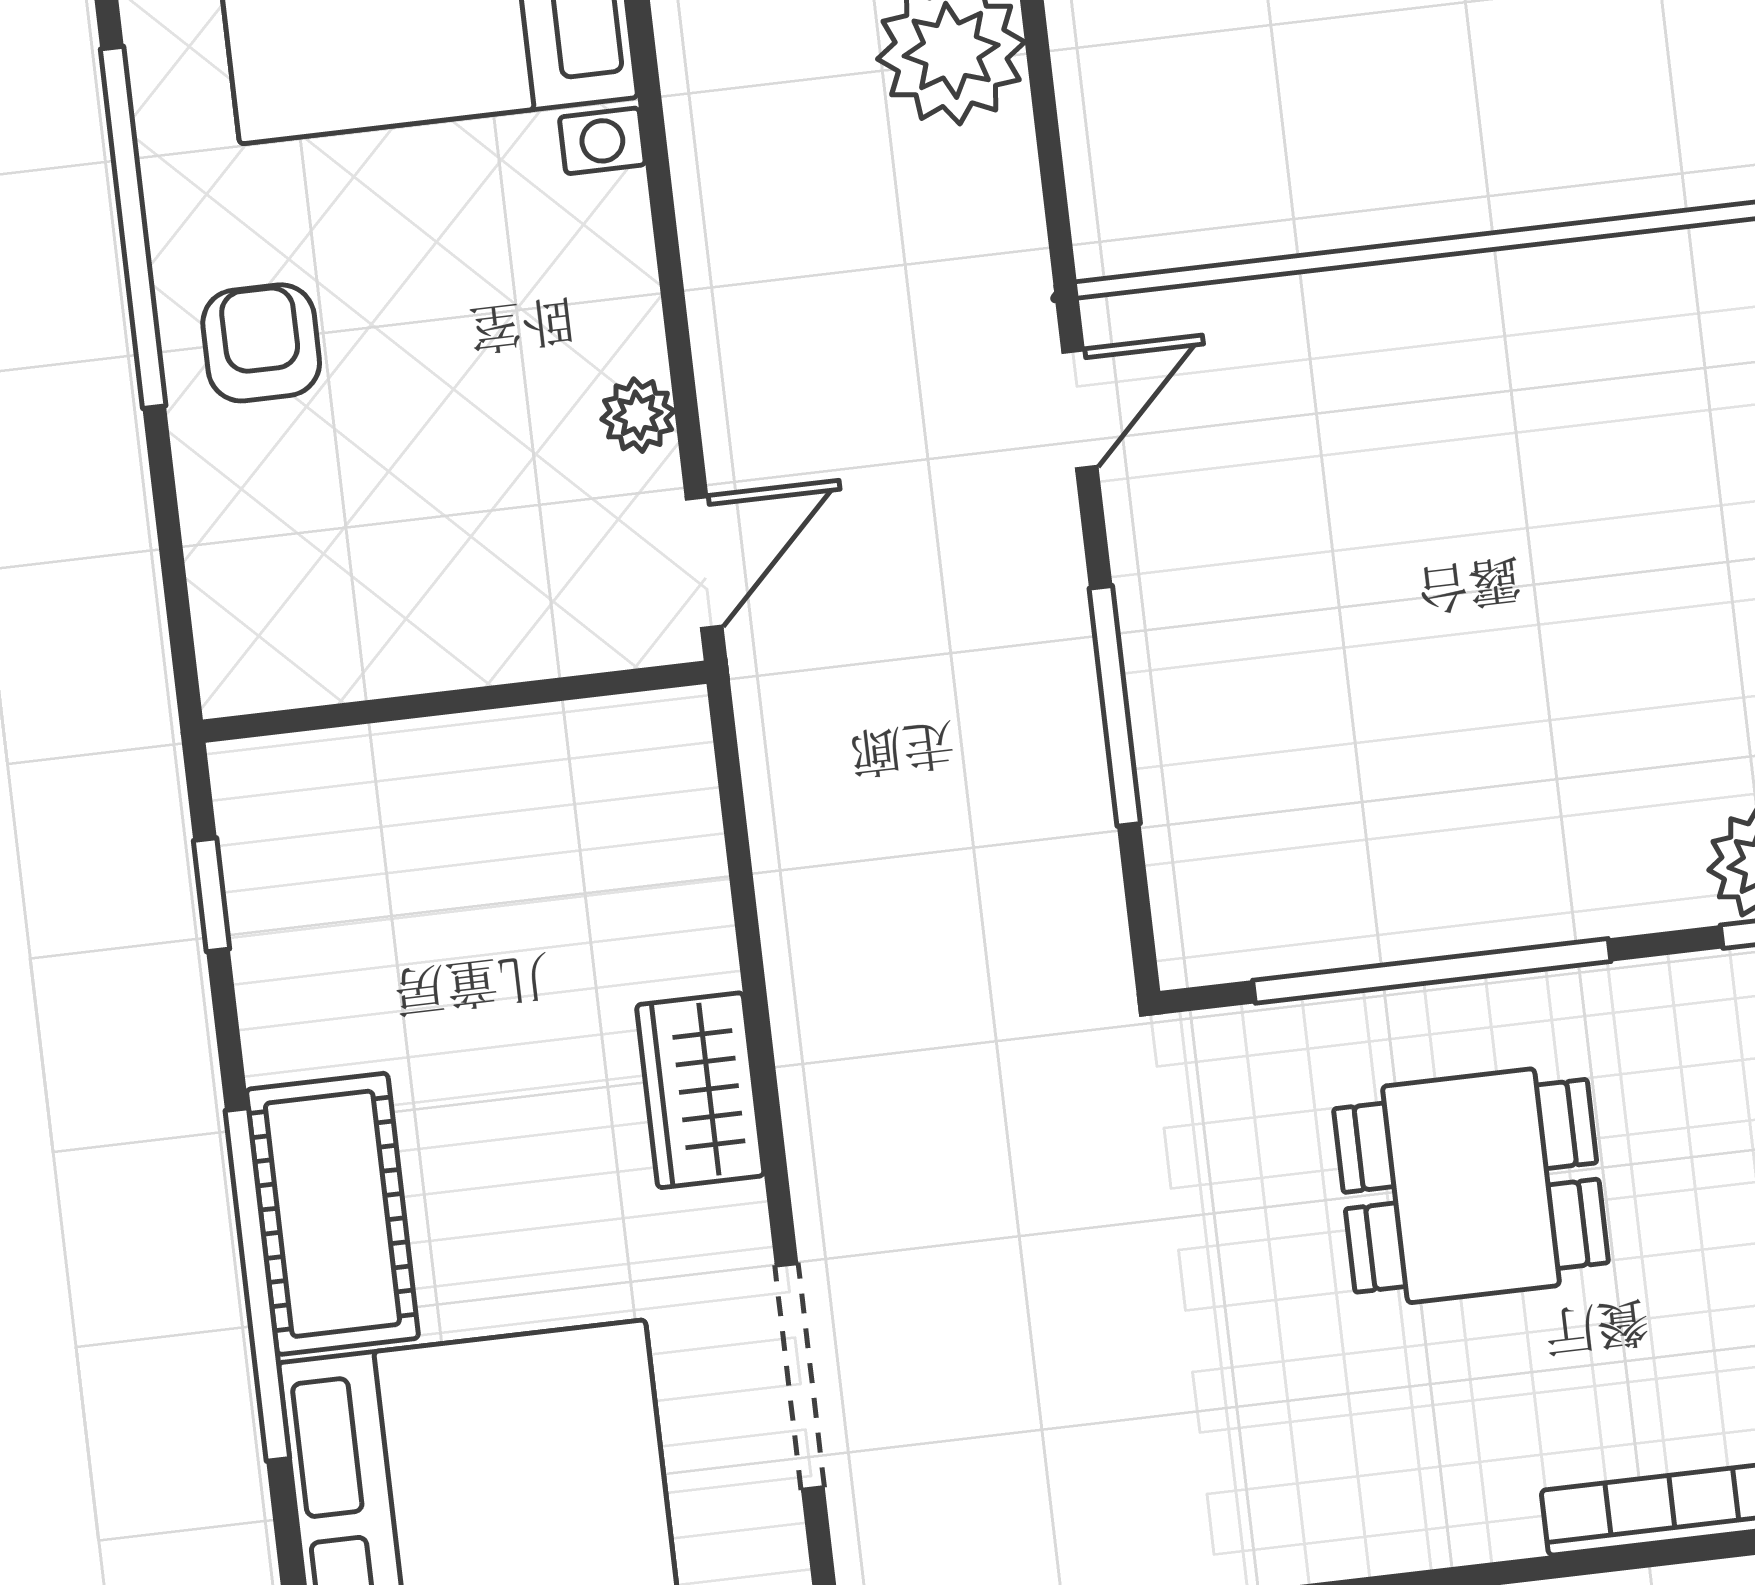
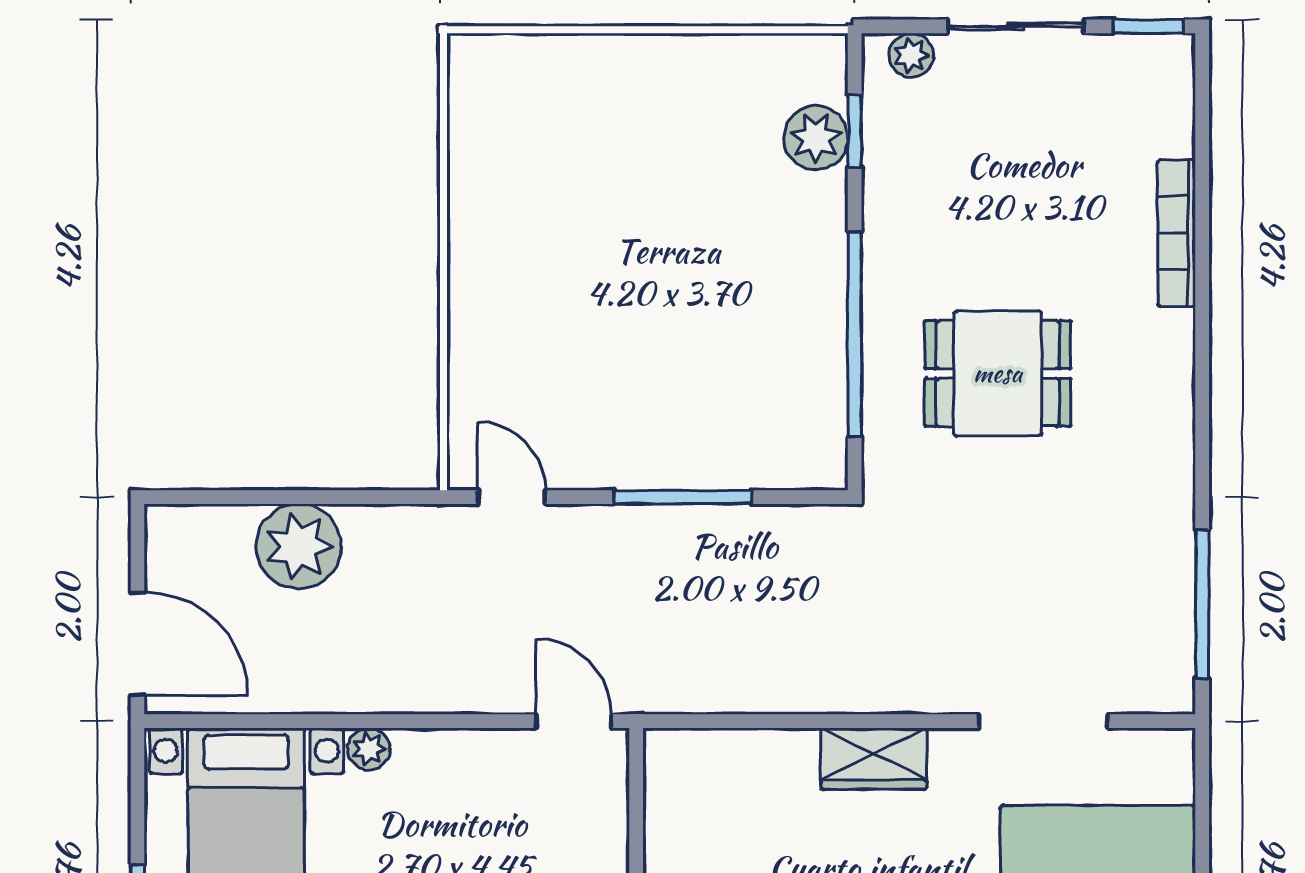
plant: (638, 415) -> (369, 749), moved
dining table: (1471, 1186) -> (998, 373), moved, turned 90

